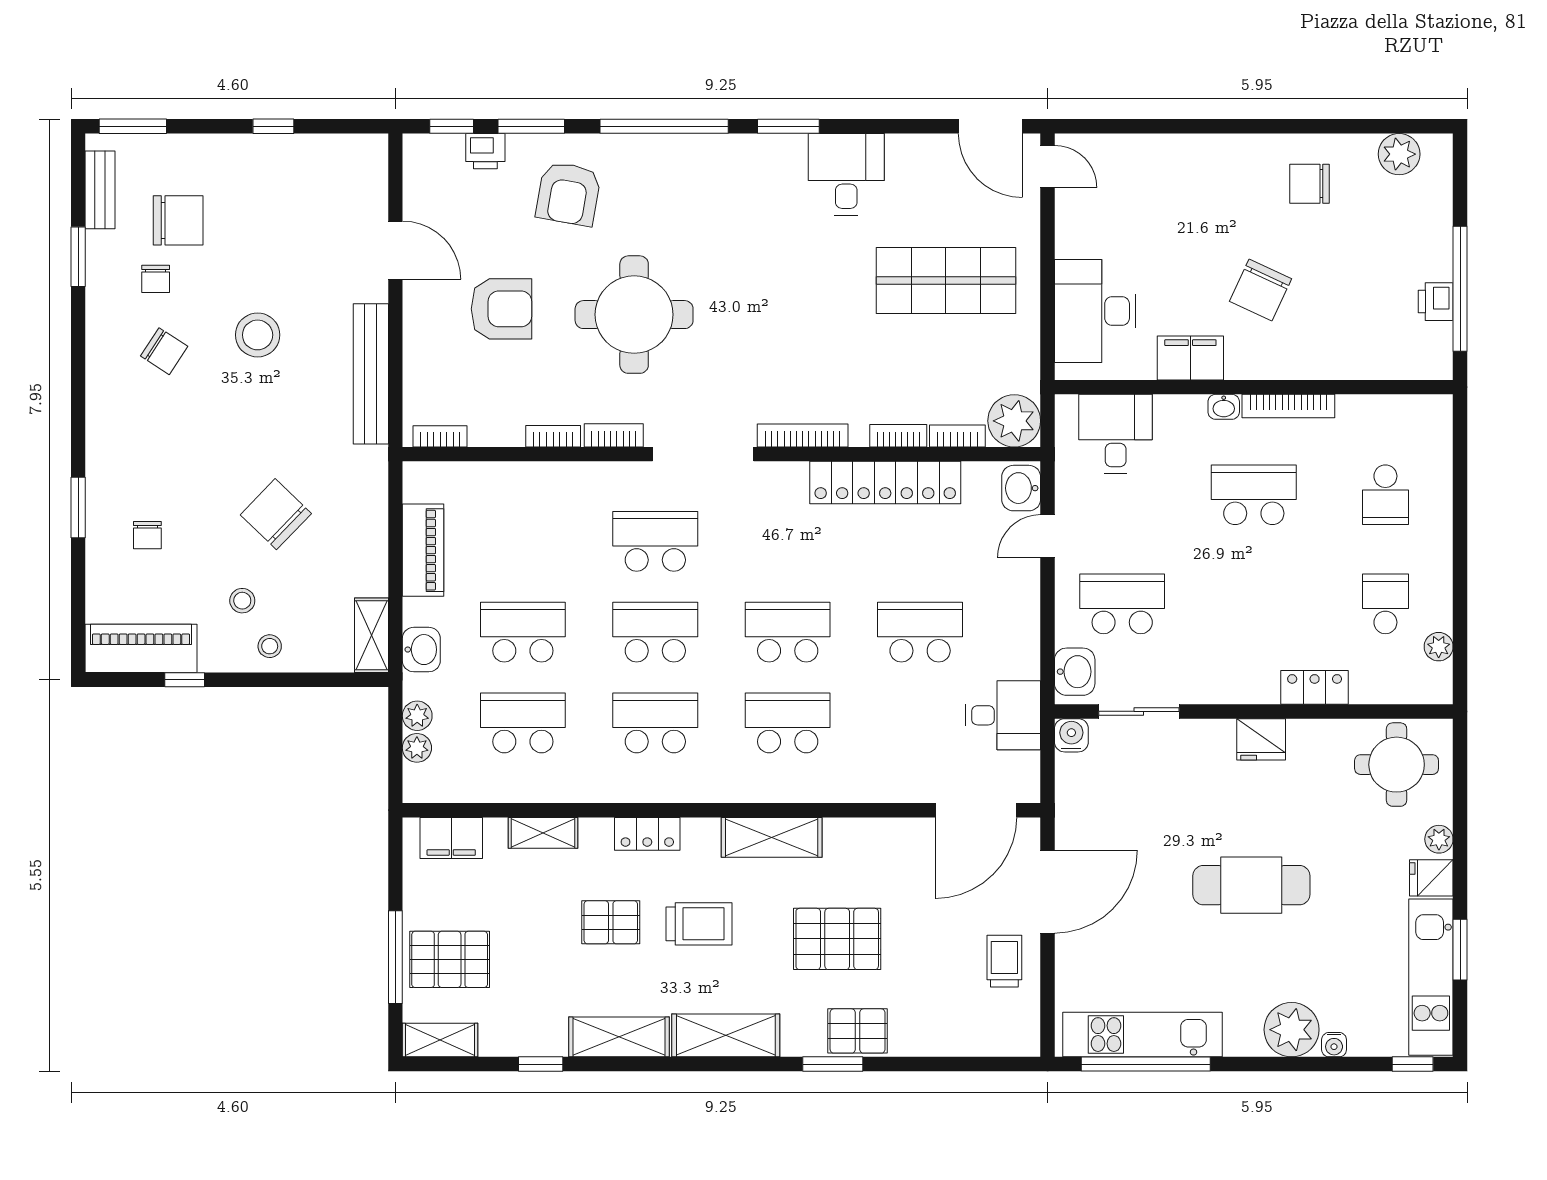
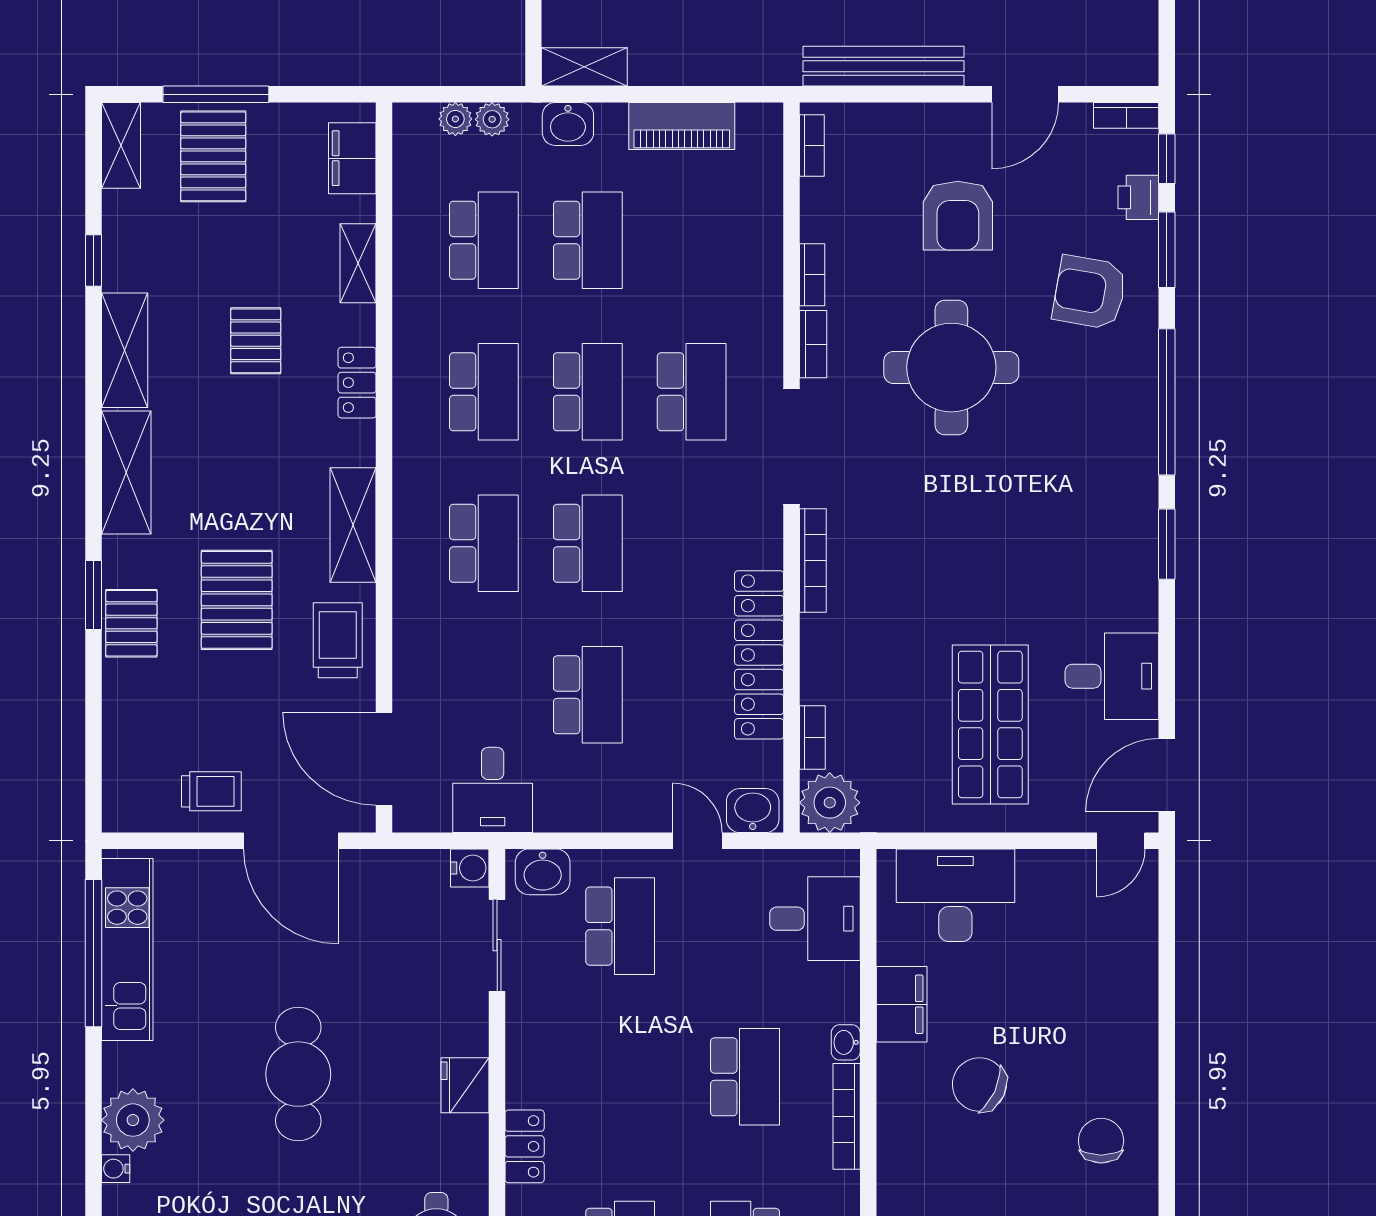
desk: (846, 174) -> (1112, 676), moved
bookcase: (898, 436) -> (1126, 115), moved, turned 90
trolley: (699, 924) -> (338, 640), moved, turned 180

